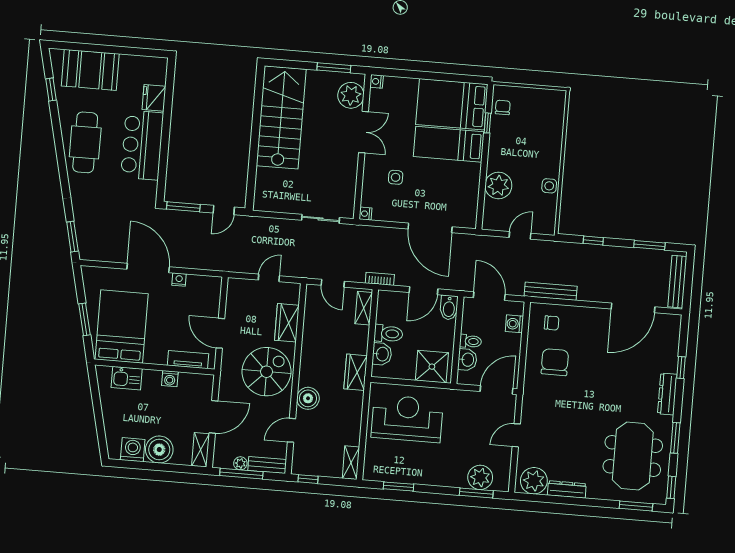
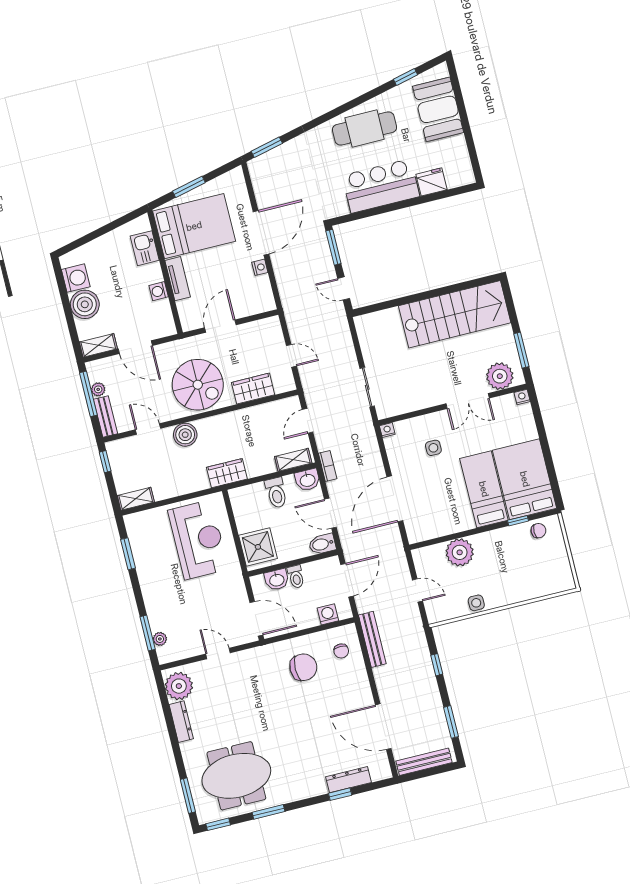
washbasin: (382, 354) -> (307, 480), moved
tv unit: (188, 360) -> (178, 279), moved
dresser: (667, 394) -> (348, 780), moved
plant: (480, 477) -> (160, 639), width x0.53, depth x0.53

